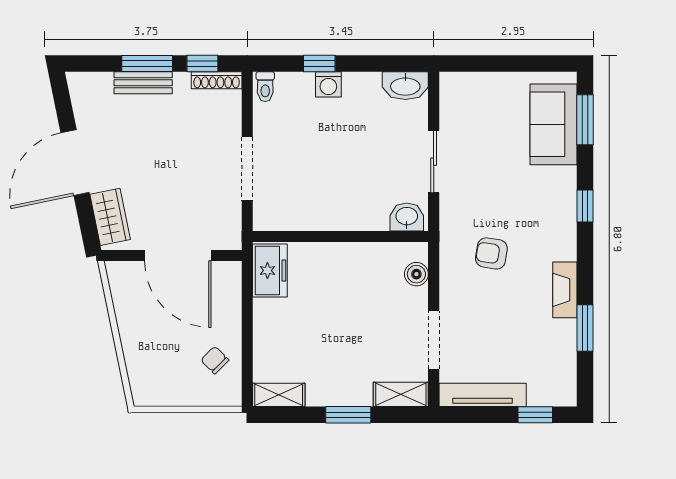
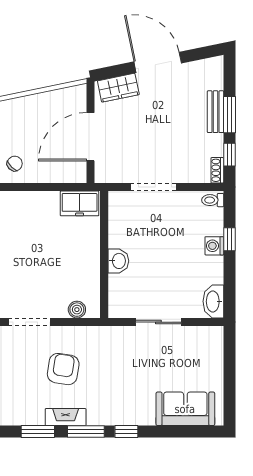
shoe rack: (217, 80) -> (217, 170), width x0.70
window: (585, 120) -> (86, 432), moved
washbasin: (407, 217) -> (118, 261), moved
armchair: (491, 253) -> (63, 369), moved, width x1.38, depth x1.38

